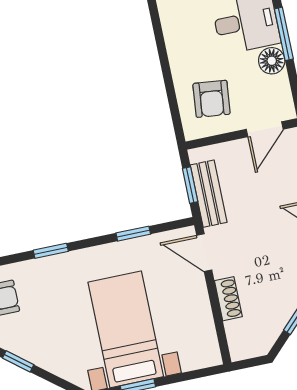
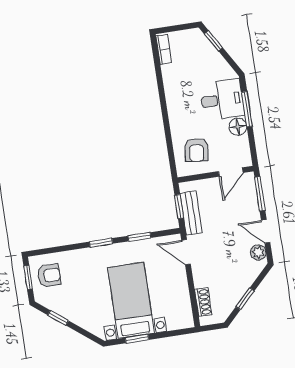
window: (51, 251) -> (101, 243), moved
shoe rack: (228, 299) -> (203, 302), moved

